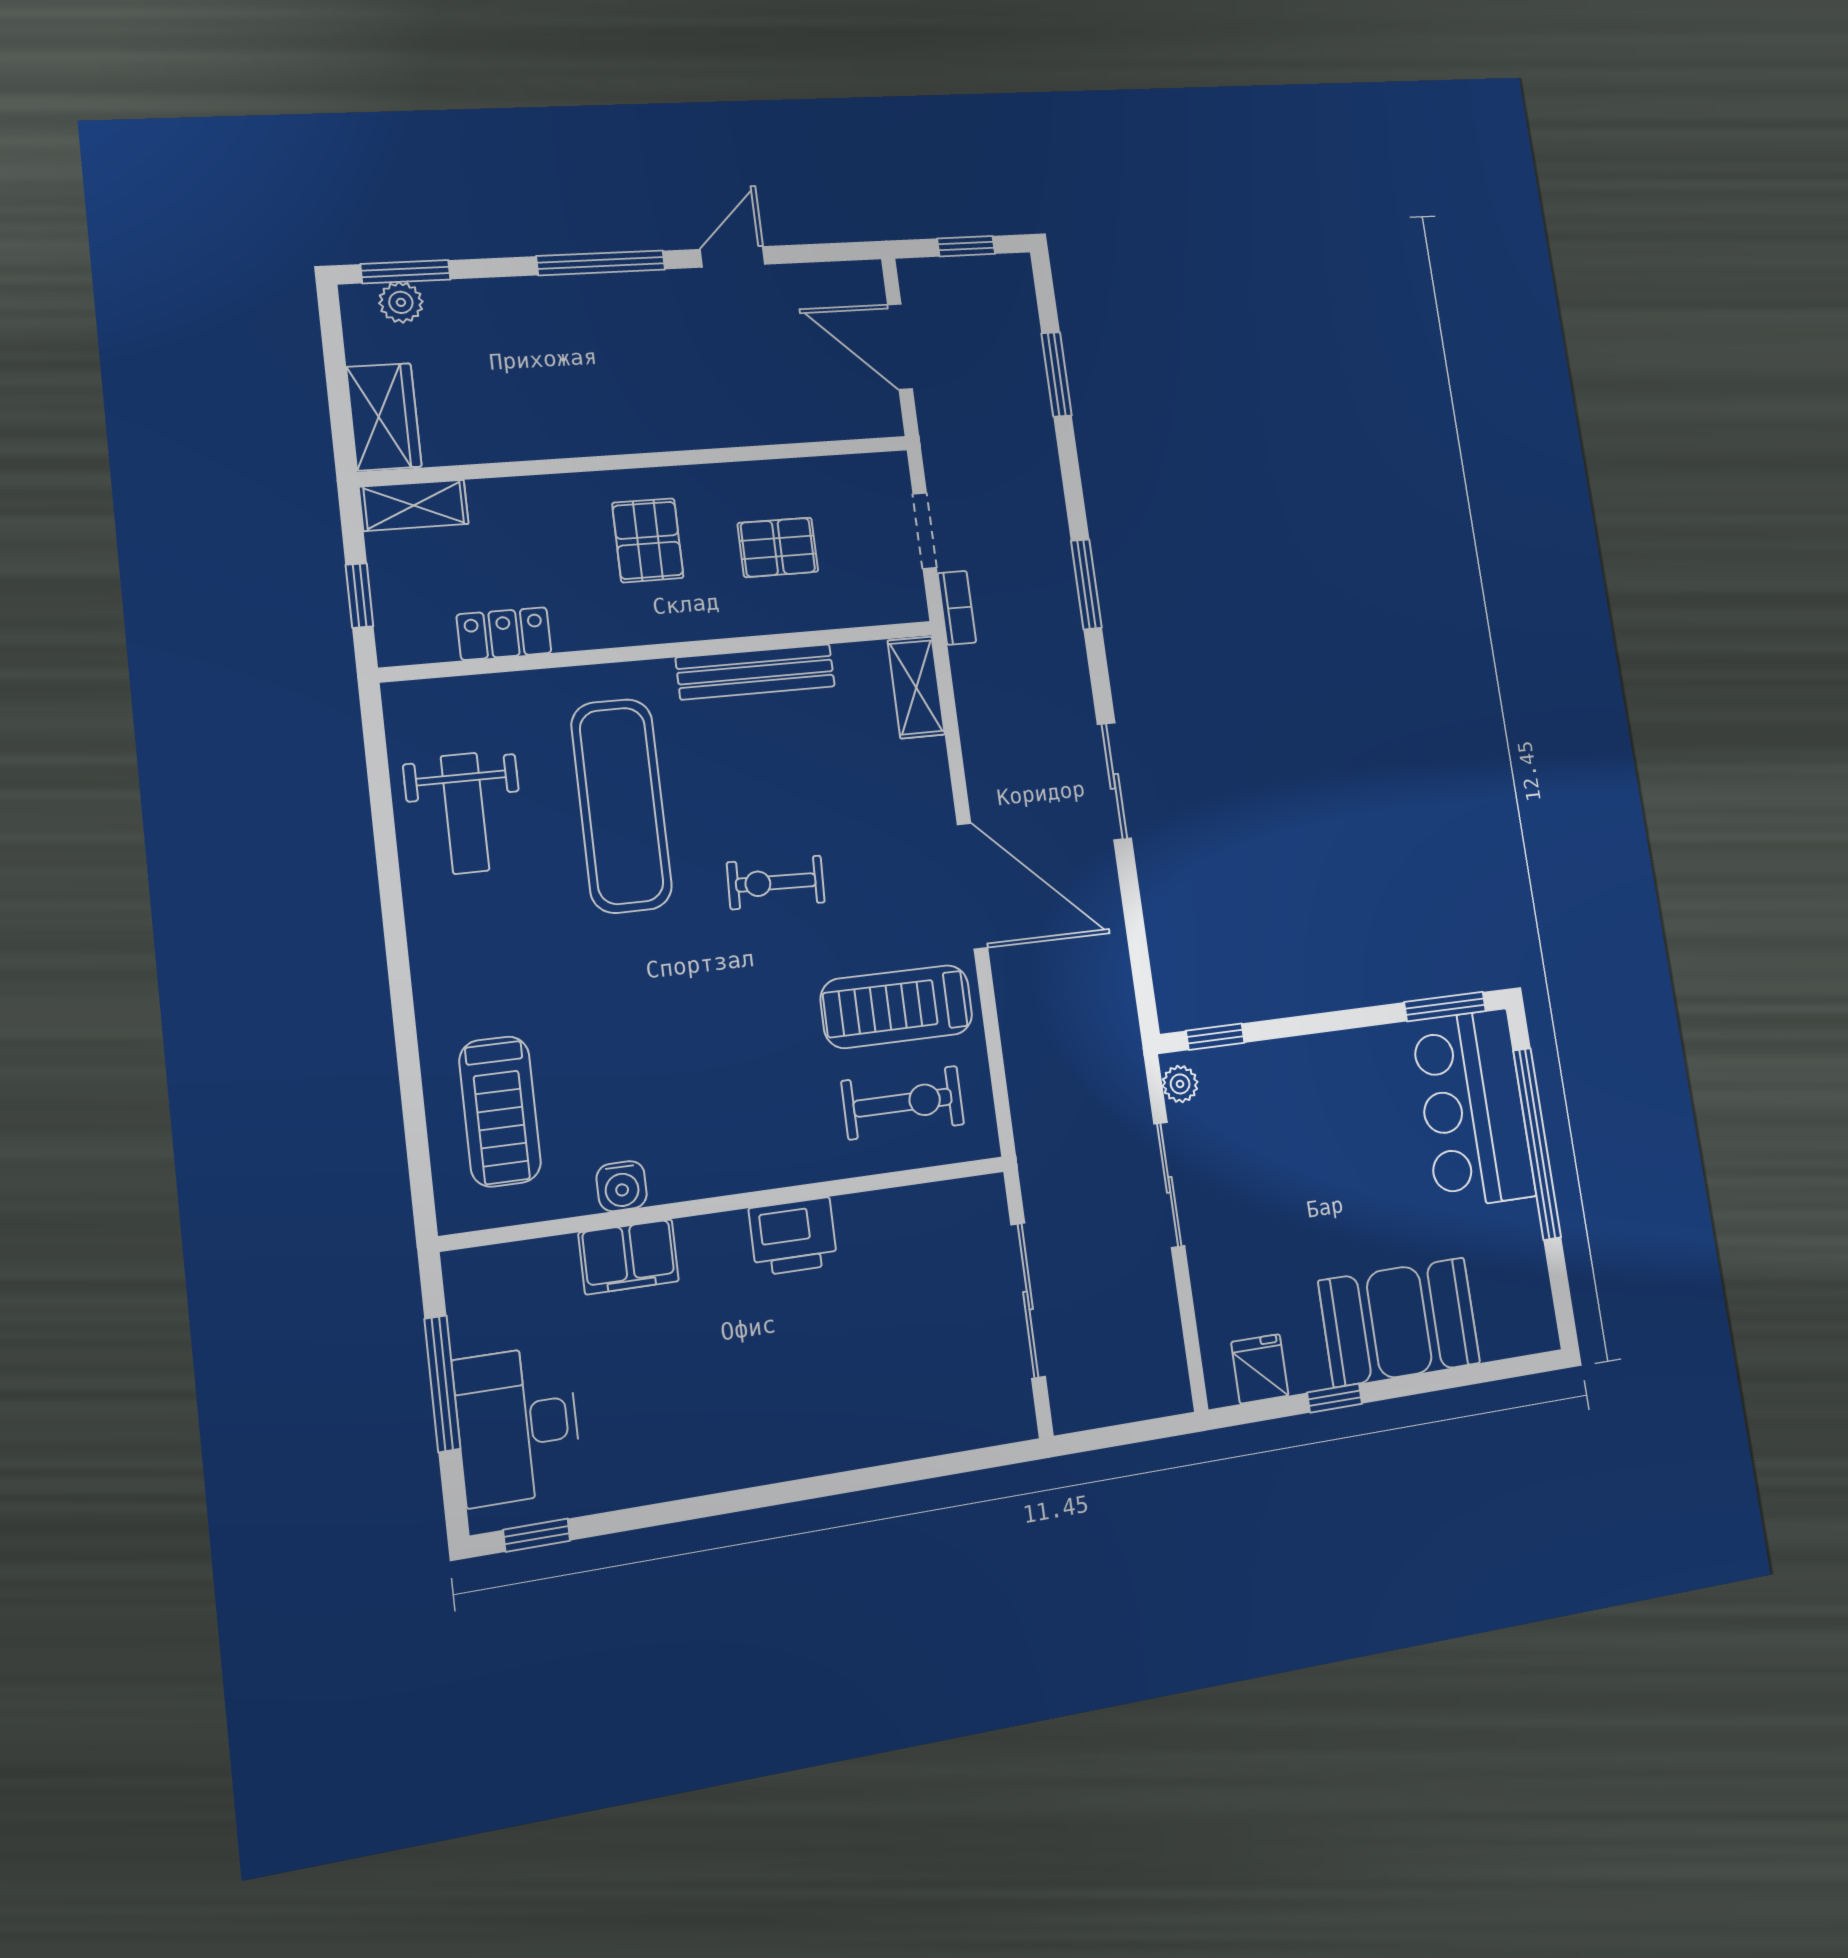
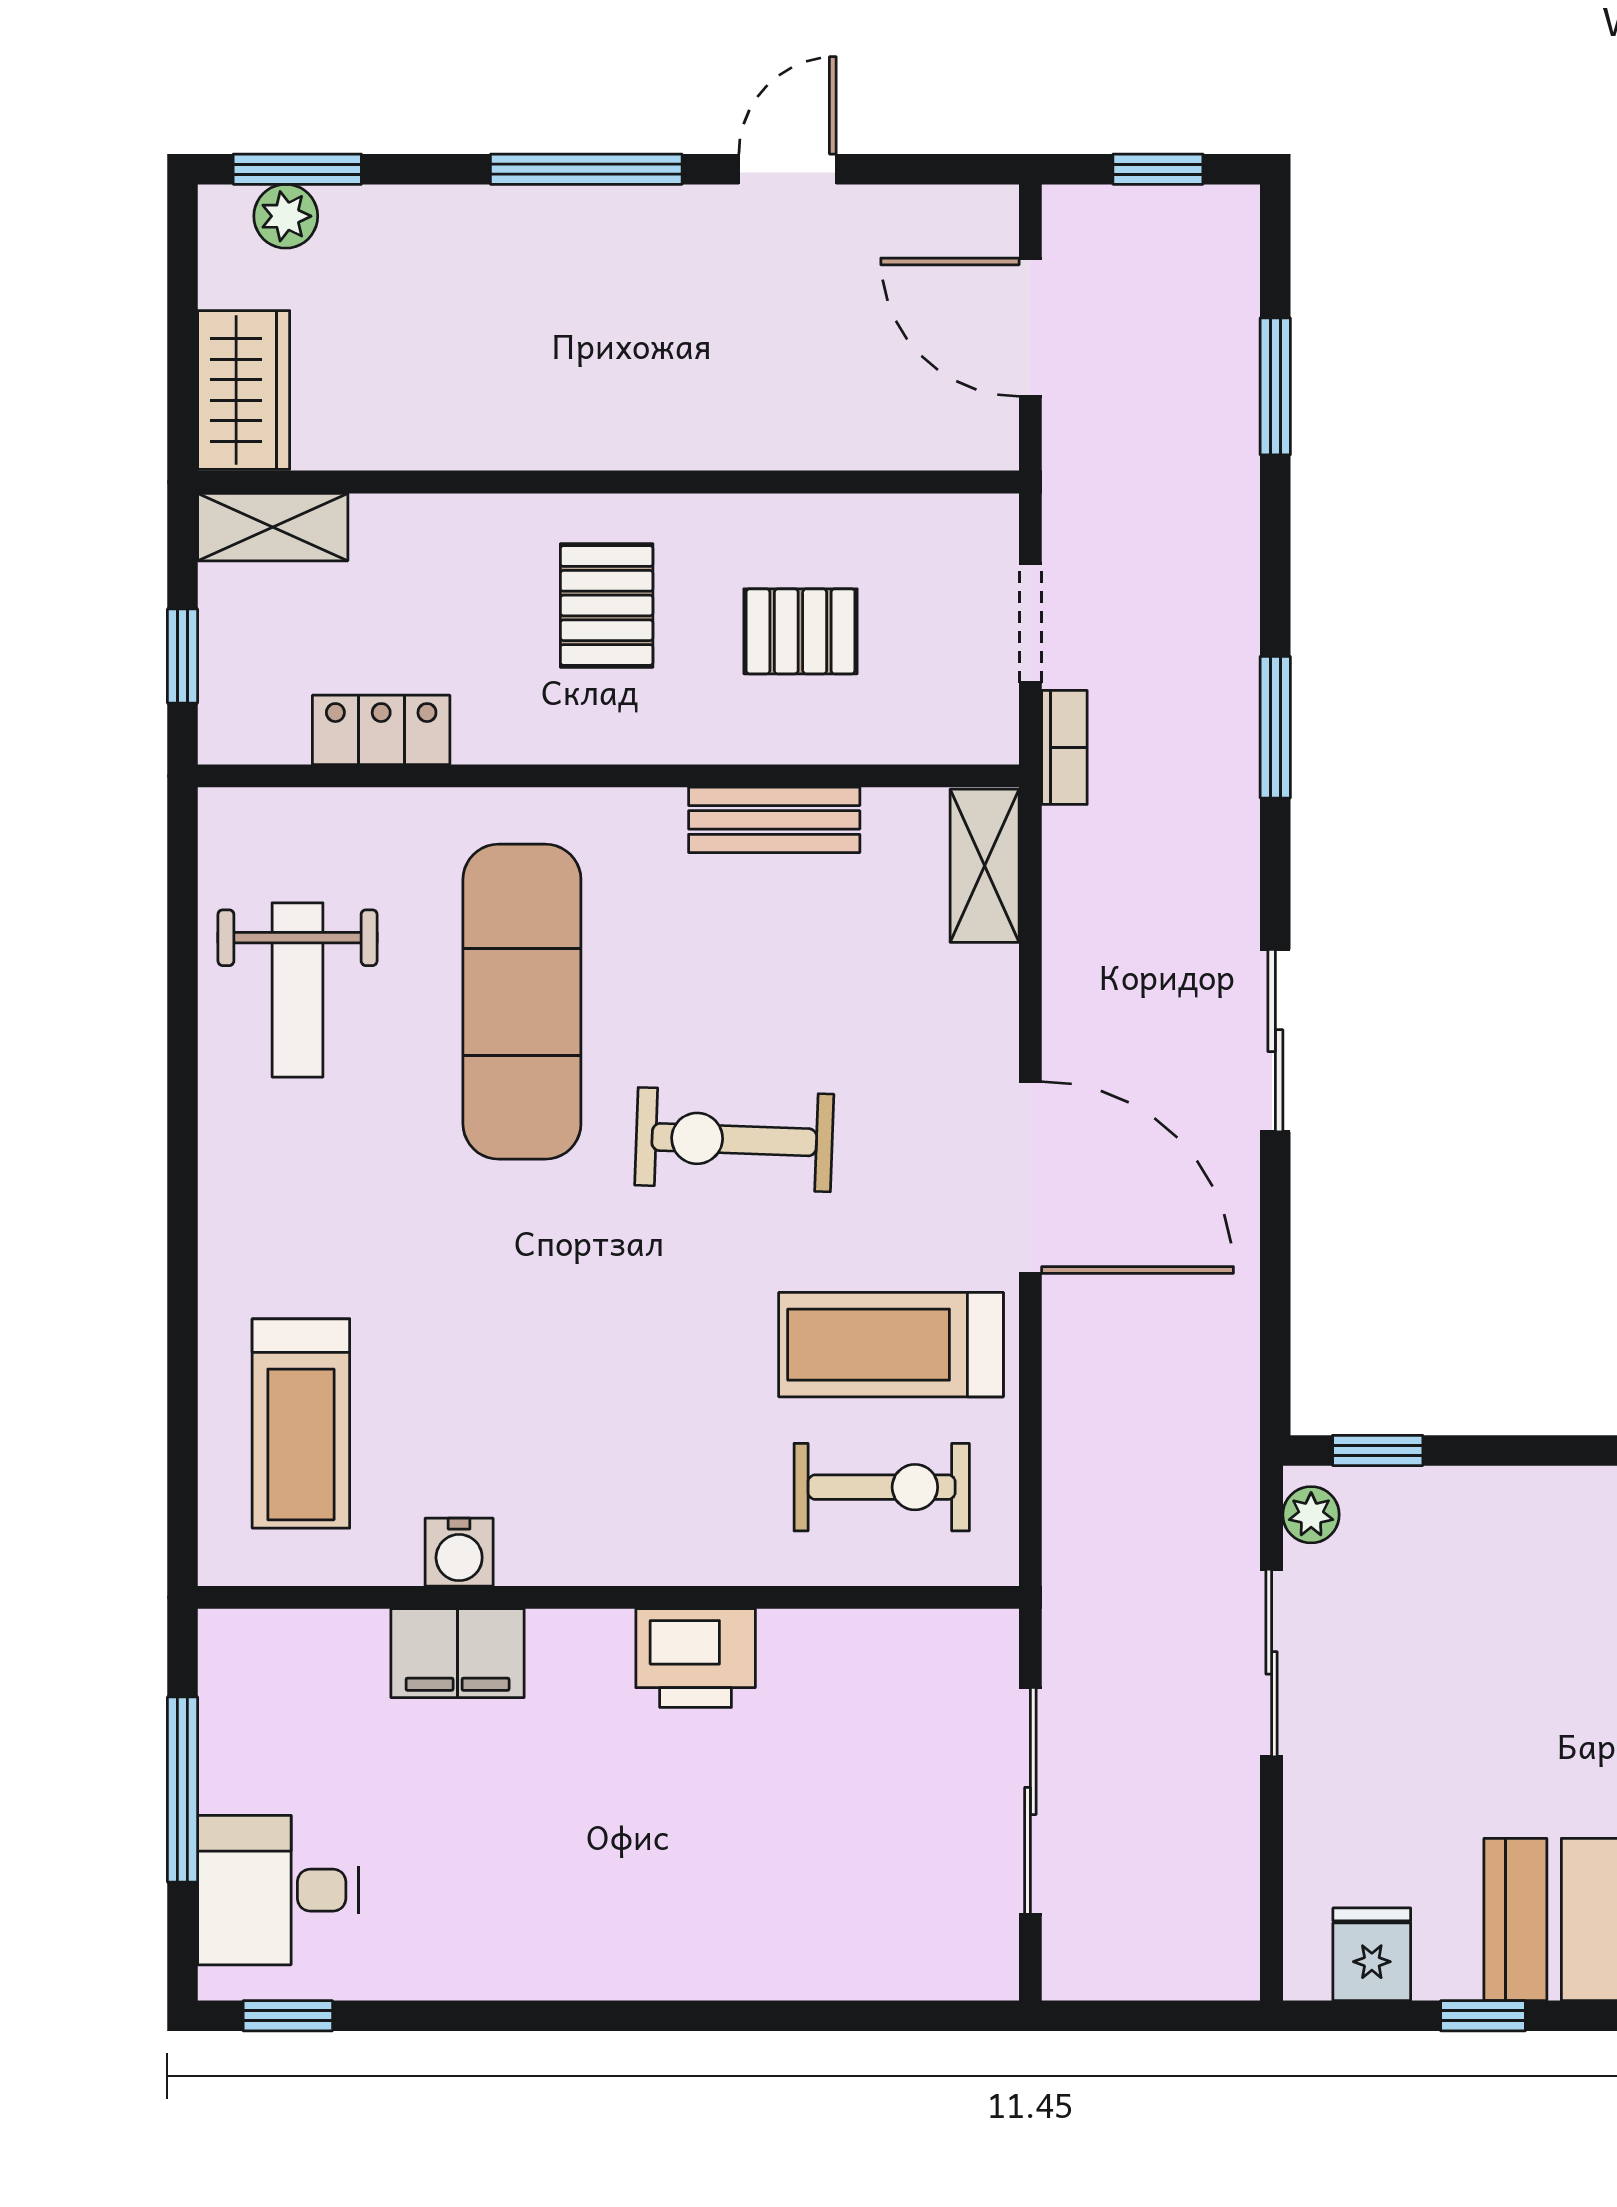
bench: (755, 672) -> (774, 820), width x0.73
exercise bike: (776, 882) -> (734, 1140), width x1.38, depth x1.39
desk: (518, 1425) -> (278, 1890), width x0.73

